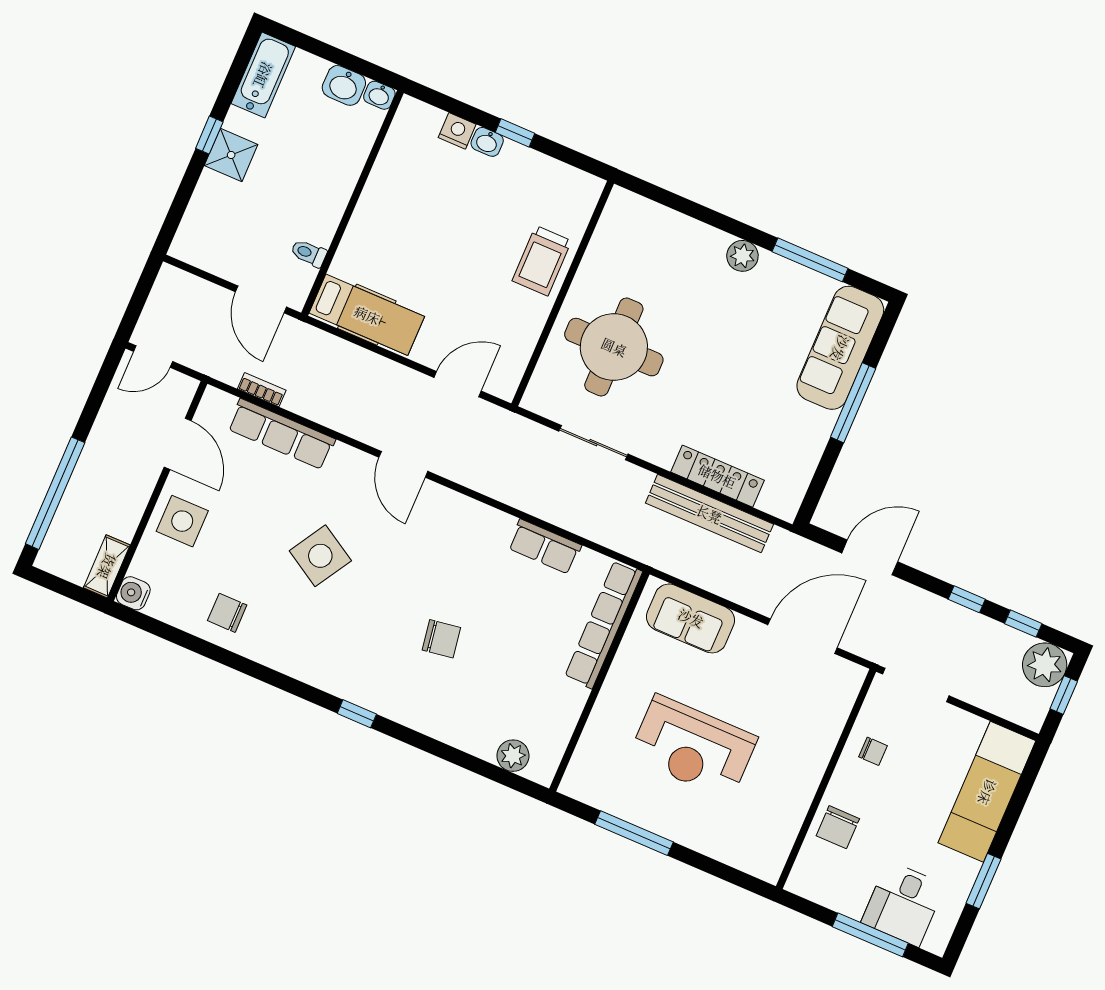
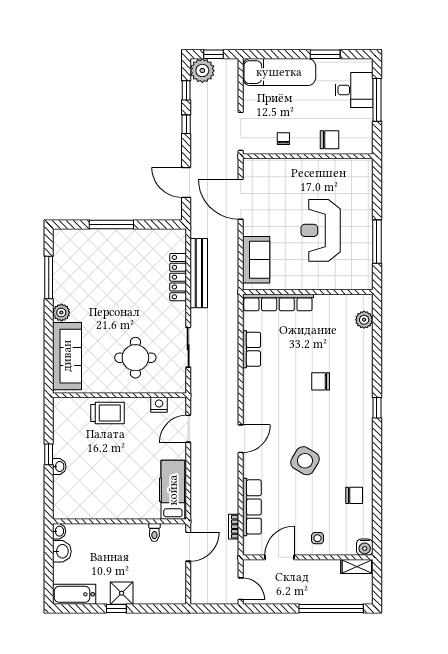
nightstand: (457, 131) -> (159, 405), moved, turned 90
round table: (614, 347) -> (135, 358), width x0.73, depth x0.73
sofa: (840, 348) -> (67, 356), moved, turned -90
door: (458, 384) -> (188, 429), hinge flipped
side table: (182, 521) -> (317, 538), width x0.54, depth x0.54
chair: (227, 613) -> (354, 495), turned -90
chair: (441, 639) -> (321, 381), turned -81
reception desk: (693, 747) -> (321, 230), turned 180

